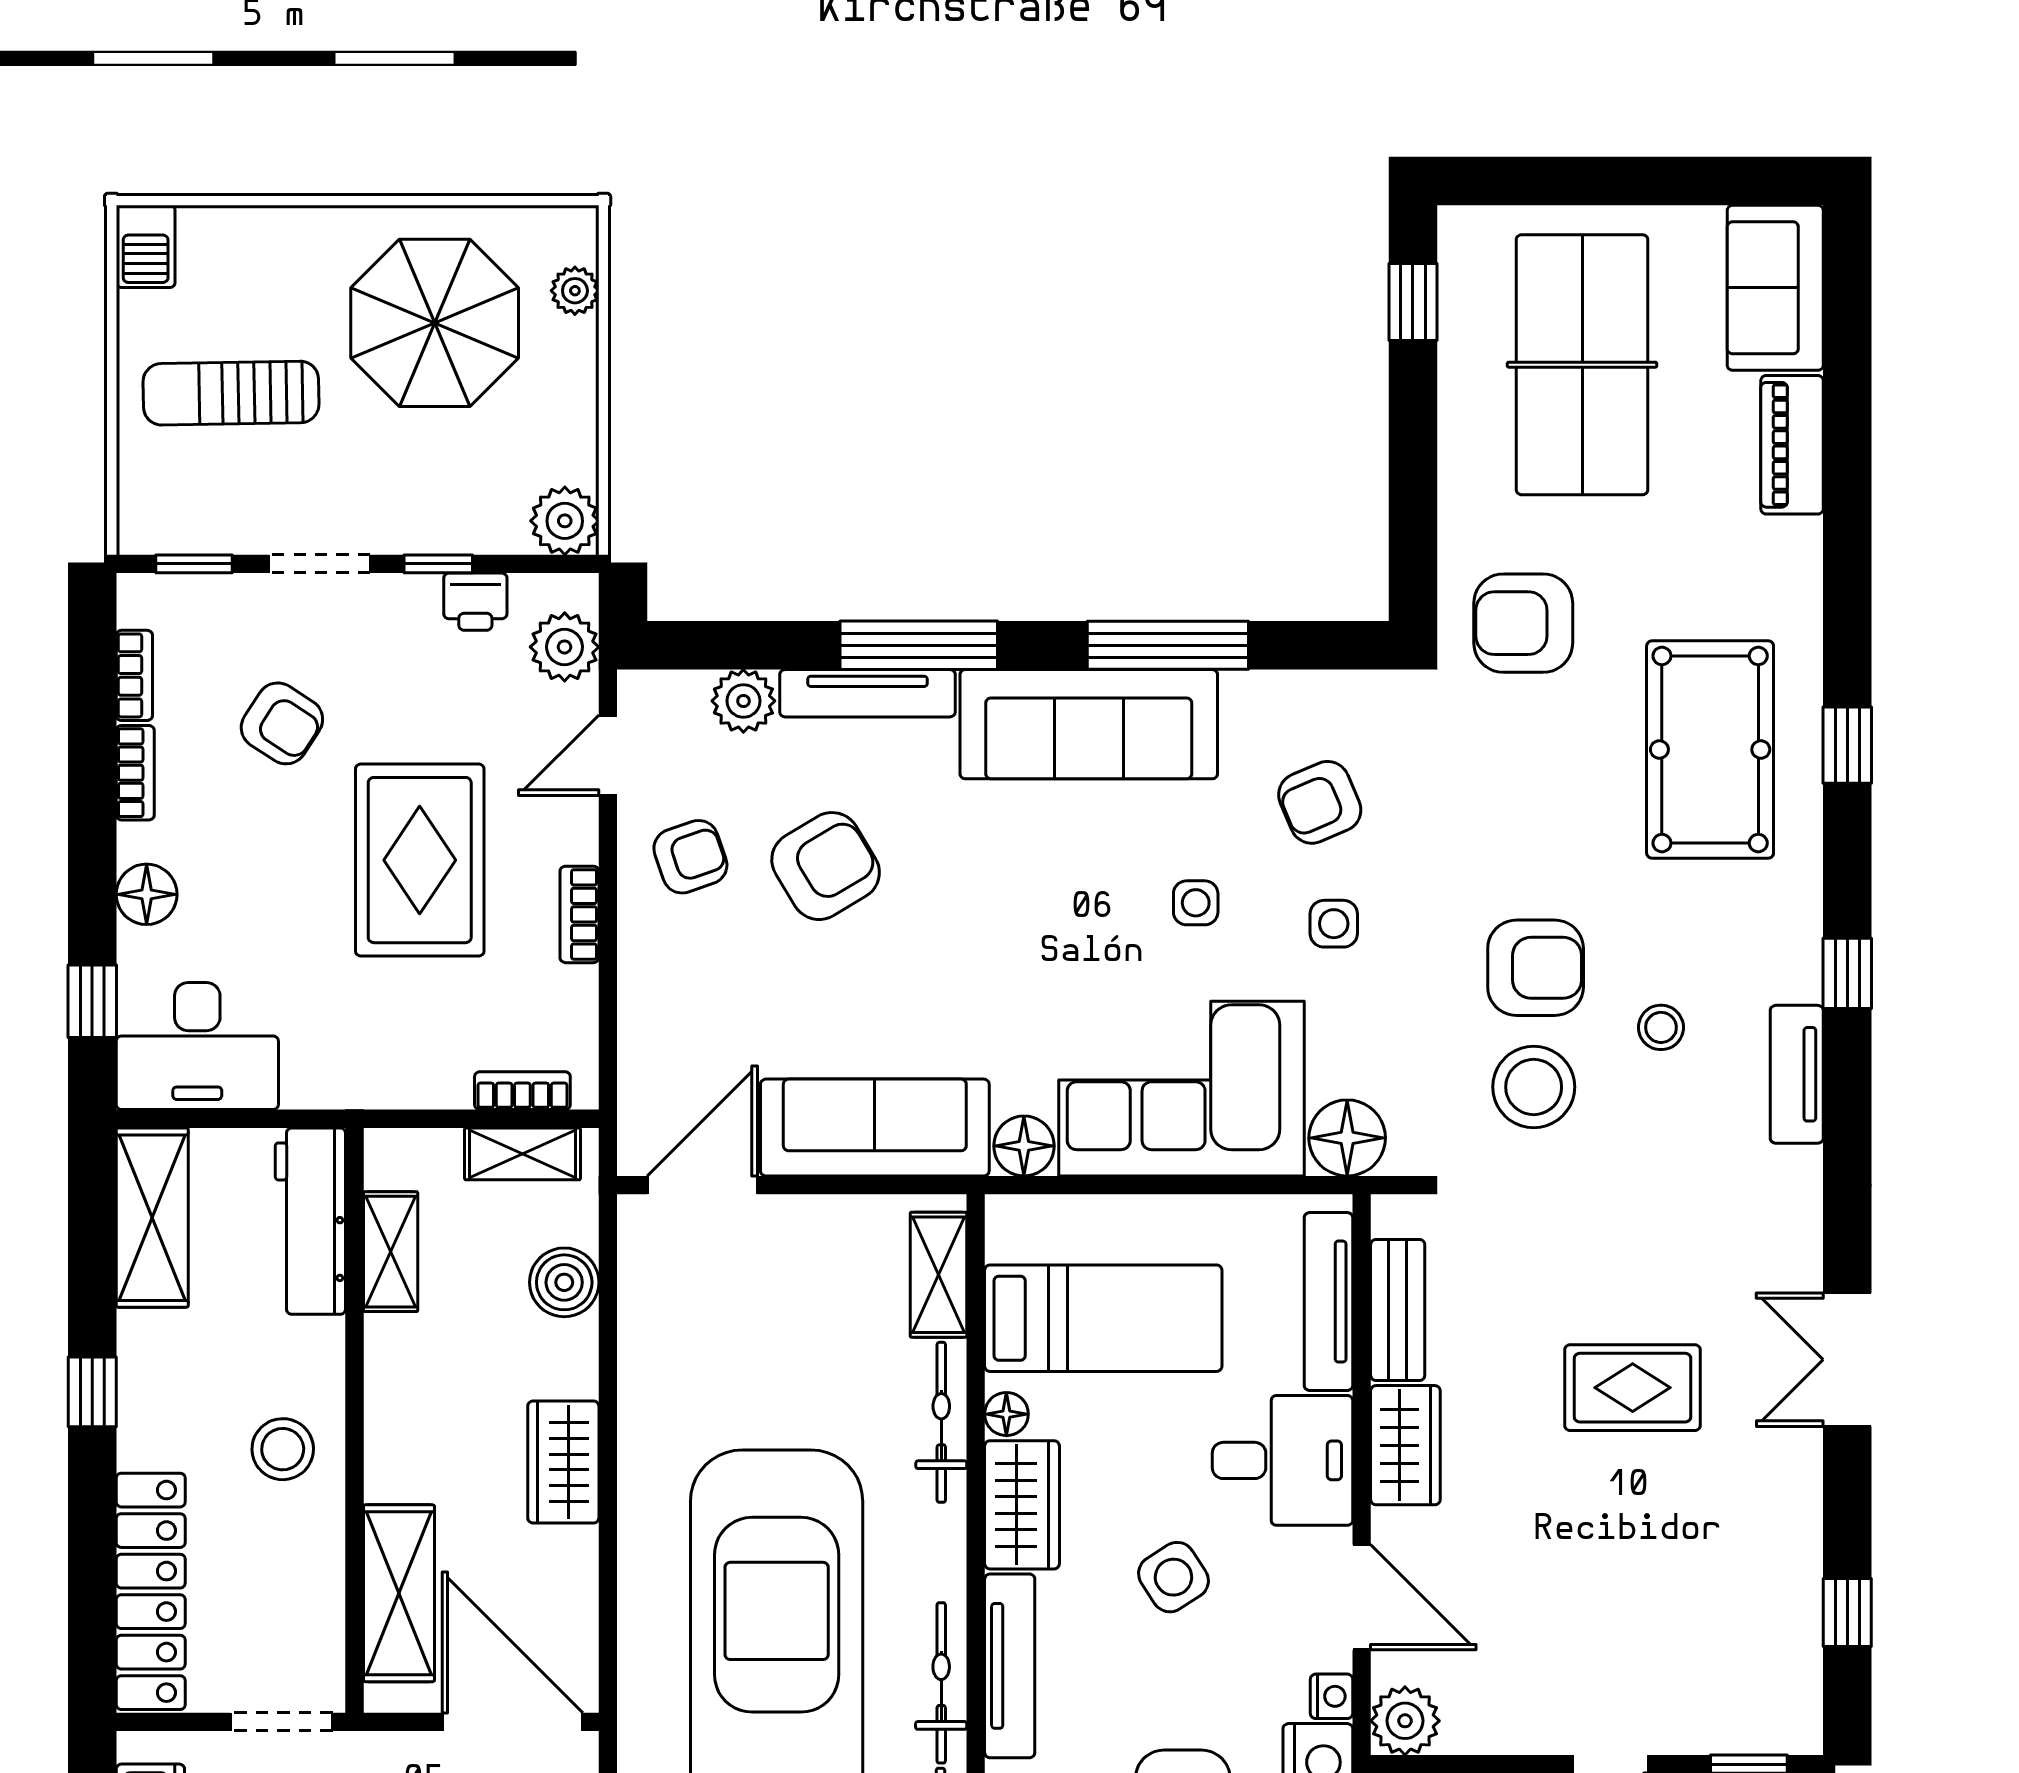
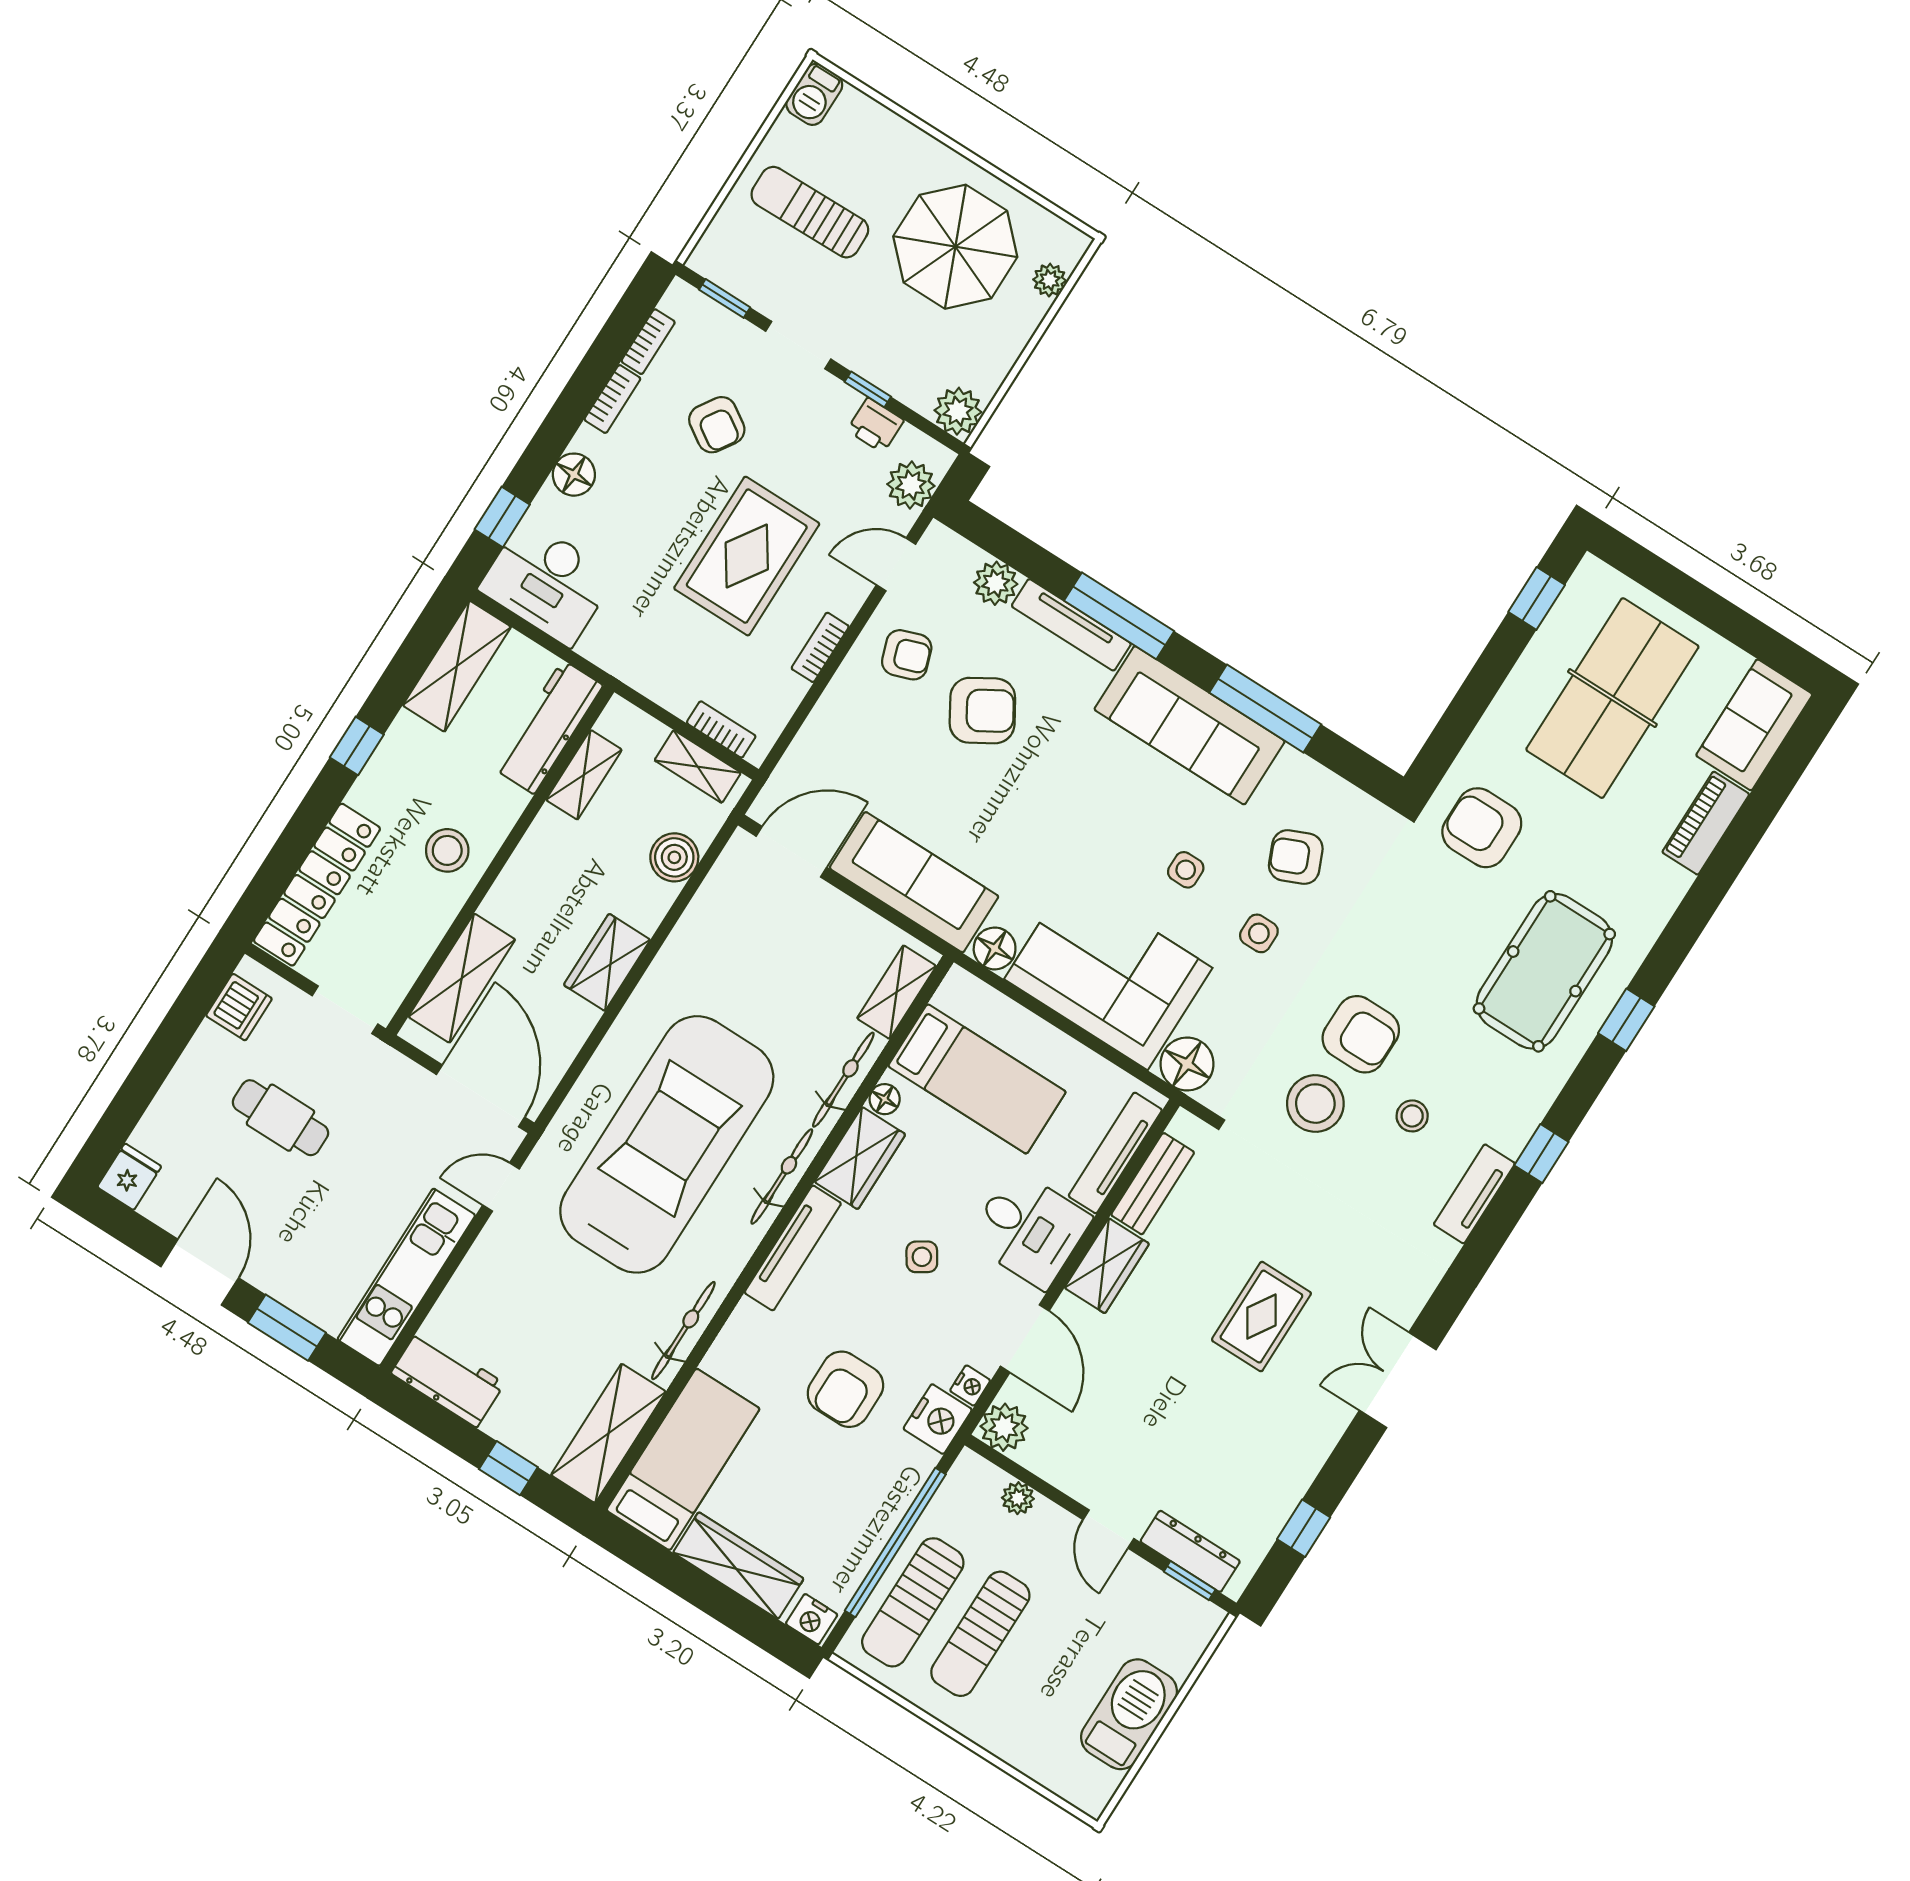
rug: (1633, 1388) -> (1261, 1317), turned 90
side table: (1173, 1577) -> (922, 1257), width x0.73, depth x0.73
bicycle: (941, 1683) -> (782, 1177), moved
dresser: (1727, 1728) -> (1190, 1551), added

